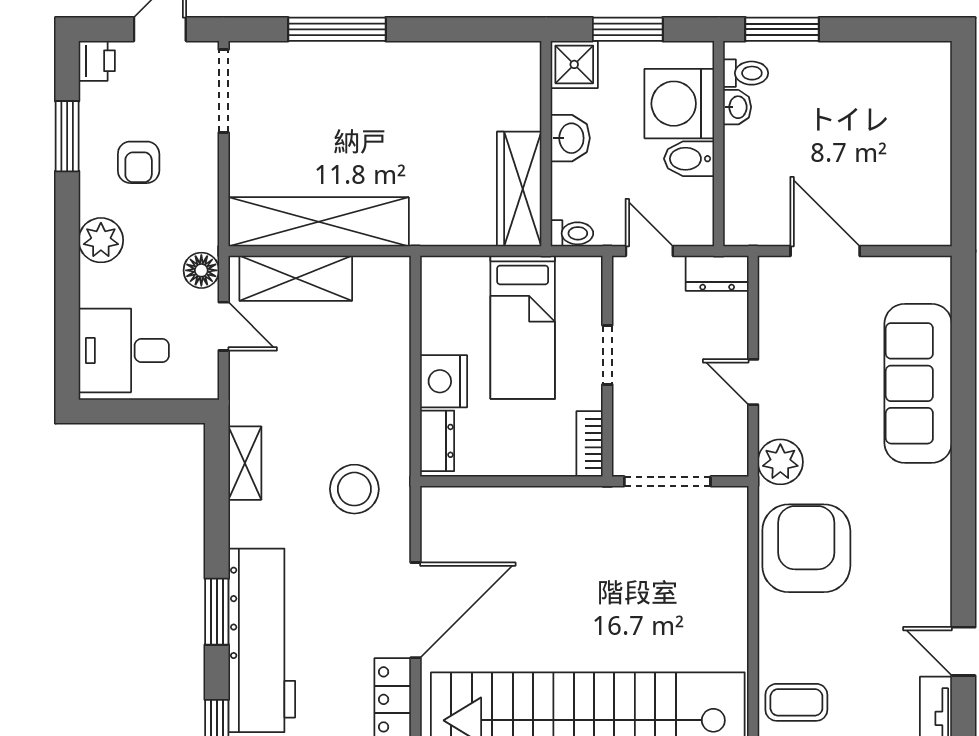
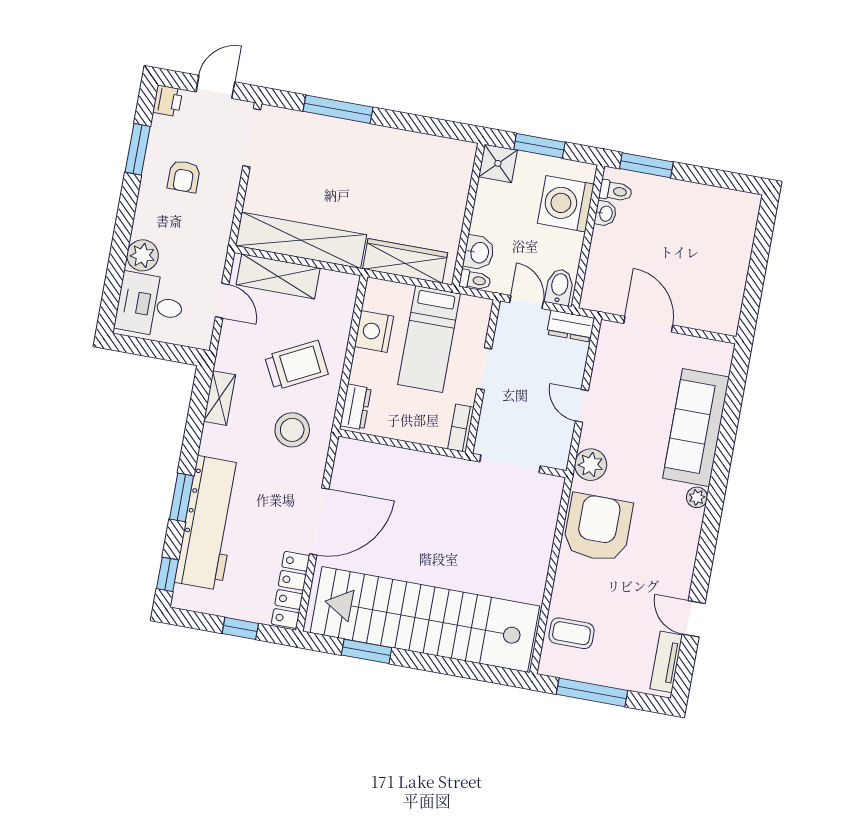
washbasin: (570, 138) -> (479, 253), moved
bidet: (689, 159) -> (559, 287), moved, turned 90
wardrobe: (519, 189) -> (405, 261), moved, turned 90
plant: (101, 240) -> (143, 255), moved
floor lamp: (201, 270) -> (214, 259), removed
nightstand: (444, 381) -> (374, 331), moved
trolley: (344, 398) -> (296, 365), added
plant: (937, 481) -> (697, 497), added

